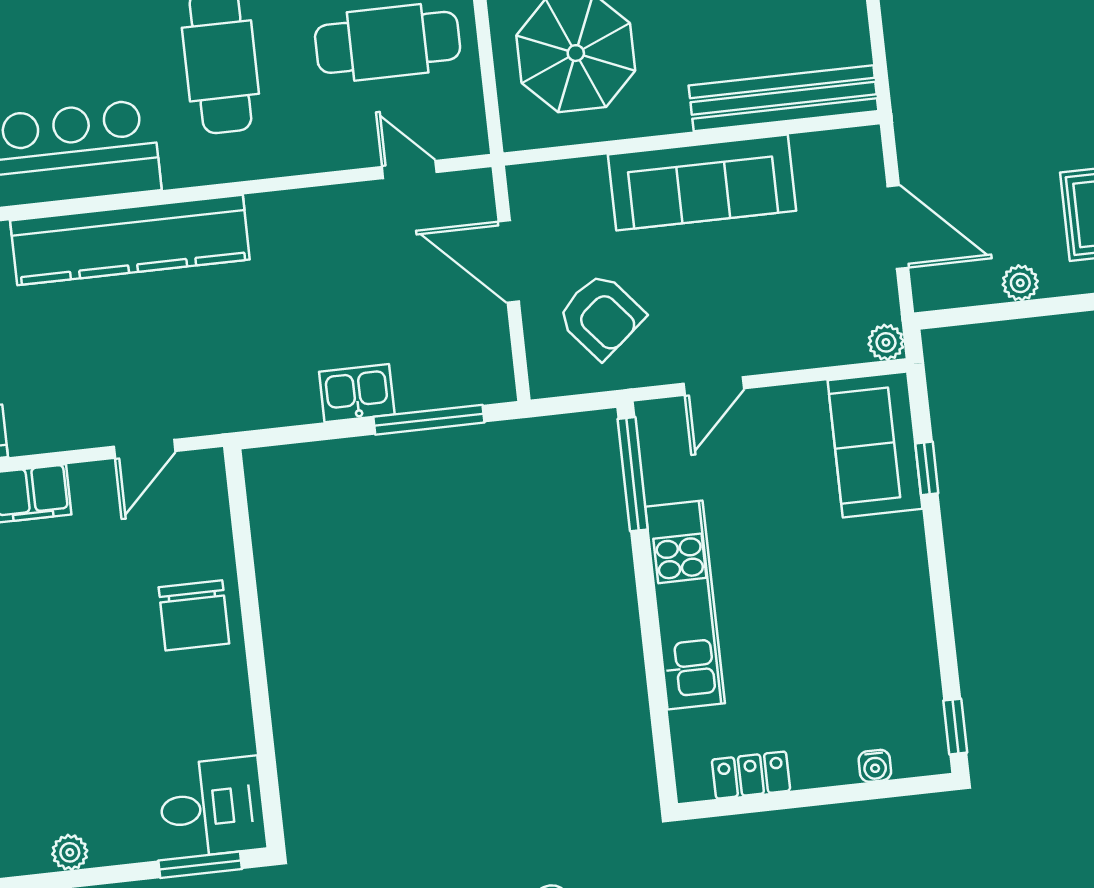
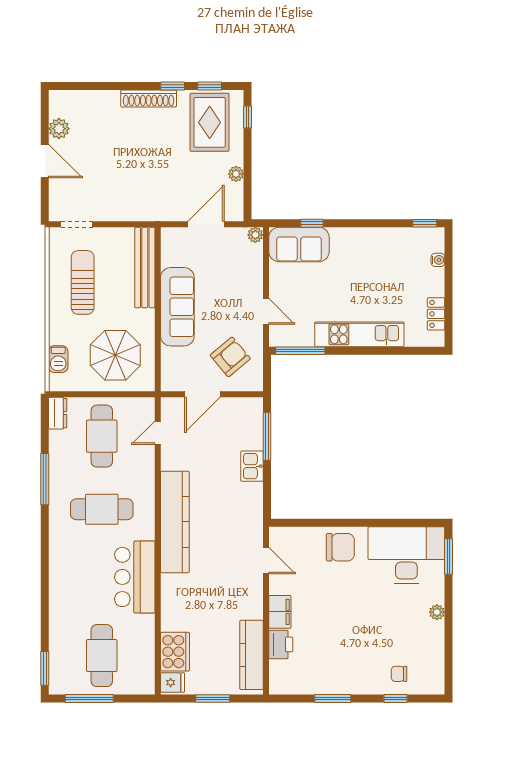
kitchen counter: (130, 240) -> (175, 522), moved
desk: (212, 807) -> (406, 555), width x1.87, depth x1.30

